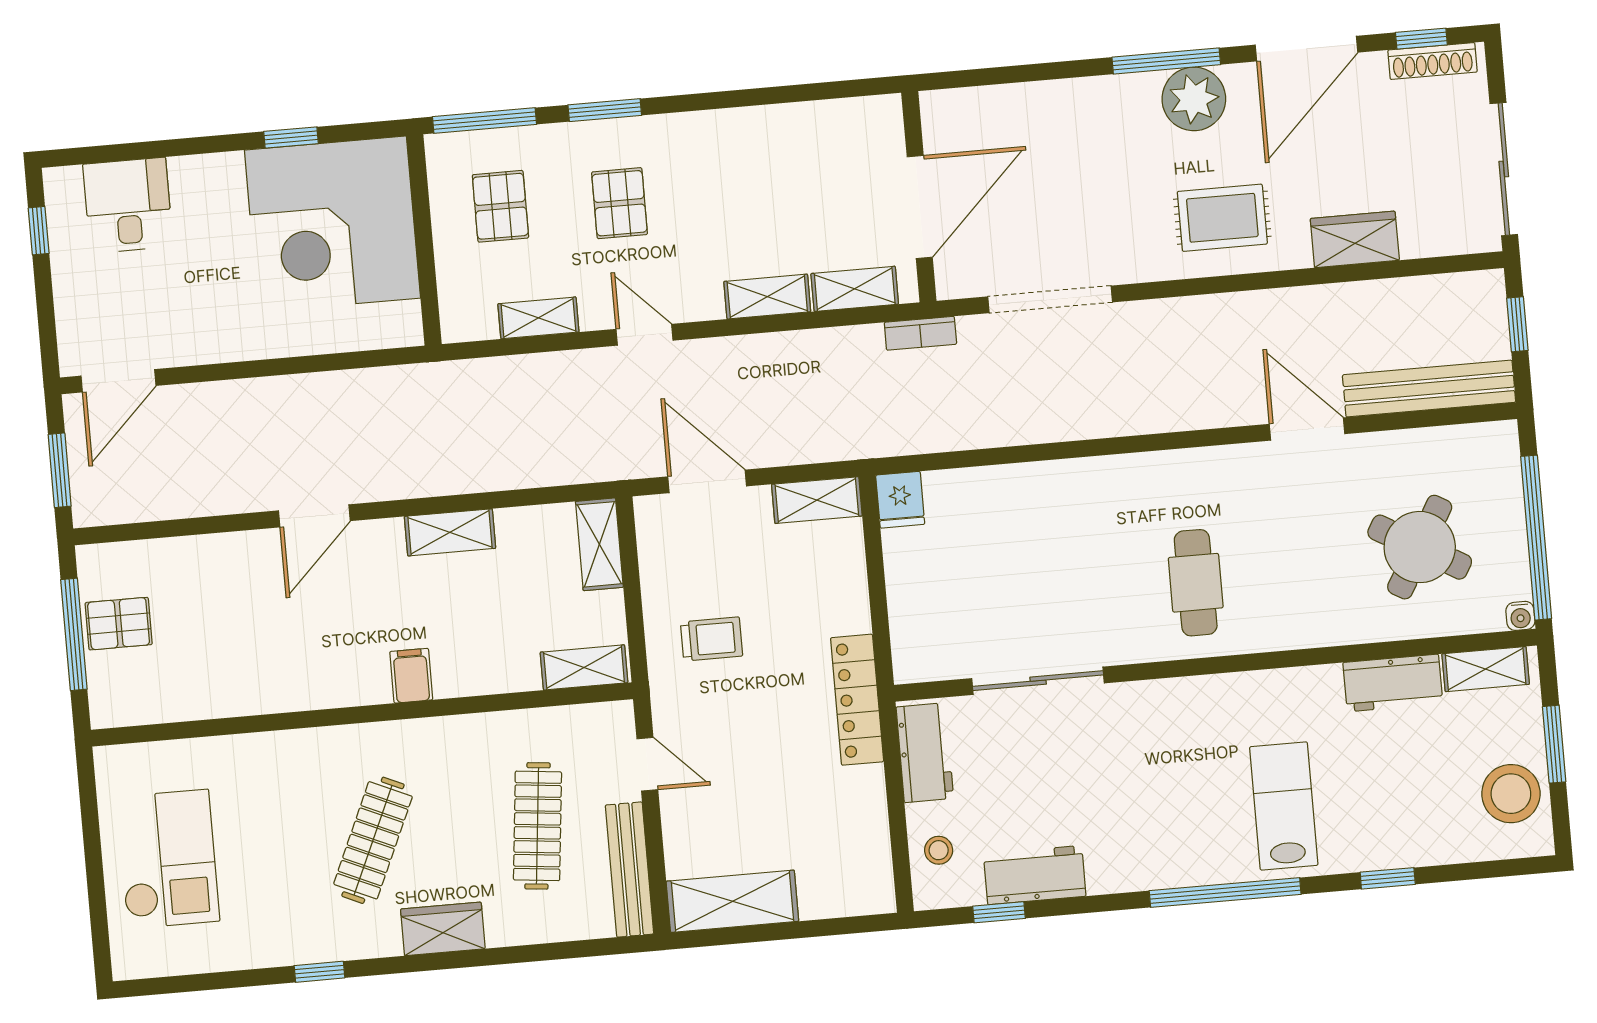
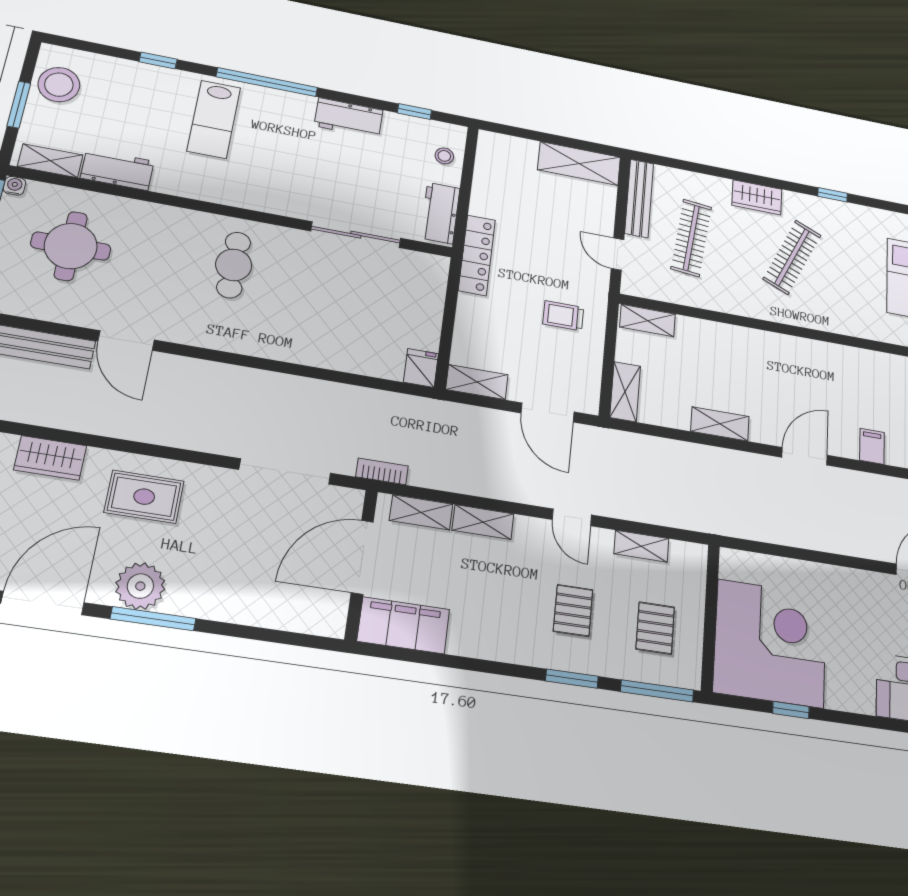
filing cabinet: (845, 128) -> (404, 625), added
round table: (1420, 547) -> (71, 246), turned -30
filing cabinet: (411, 676) -> (872, 446), moved, turned 180
workbench: (1035, 875) -> (349, 118), moved

